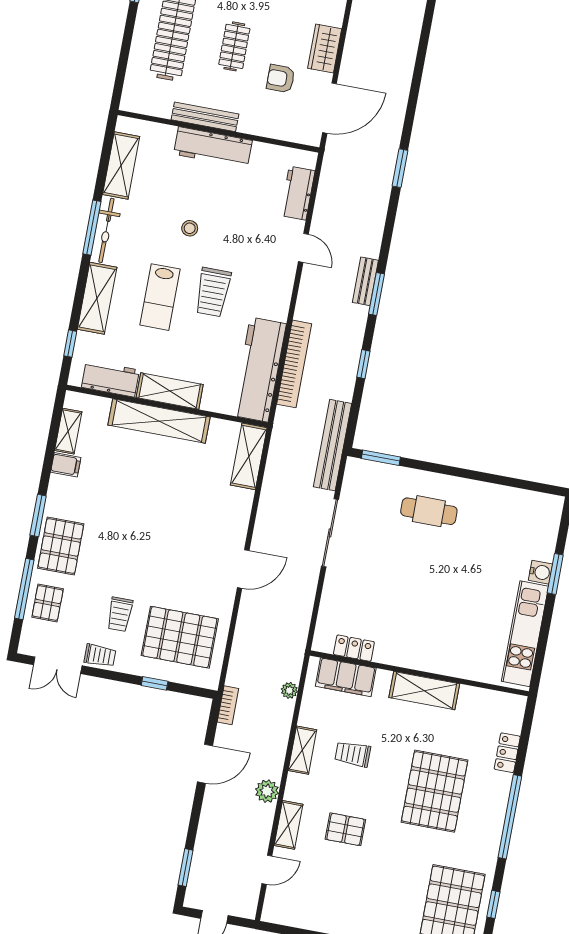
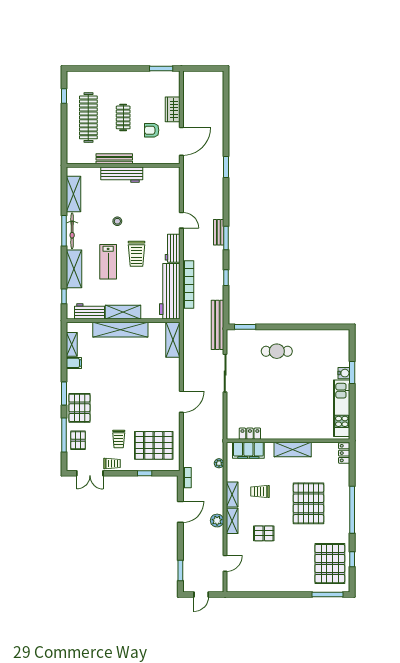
workbench: (298, 193) -> (173, 248), moved
locker: (507, 753) -> (344, 453), moved
shelving: (289, 825) -> (232, 521), moved

